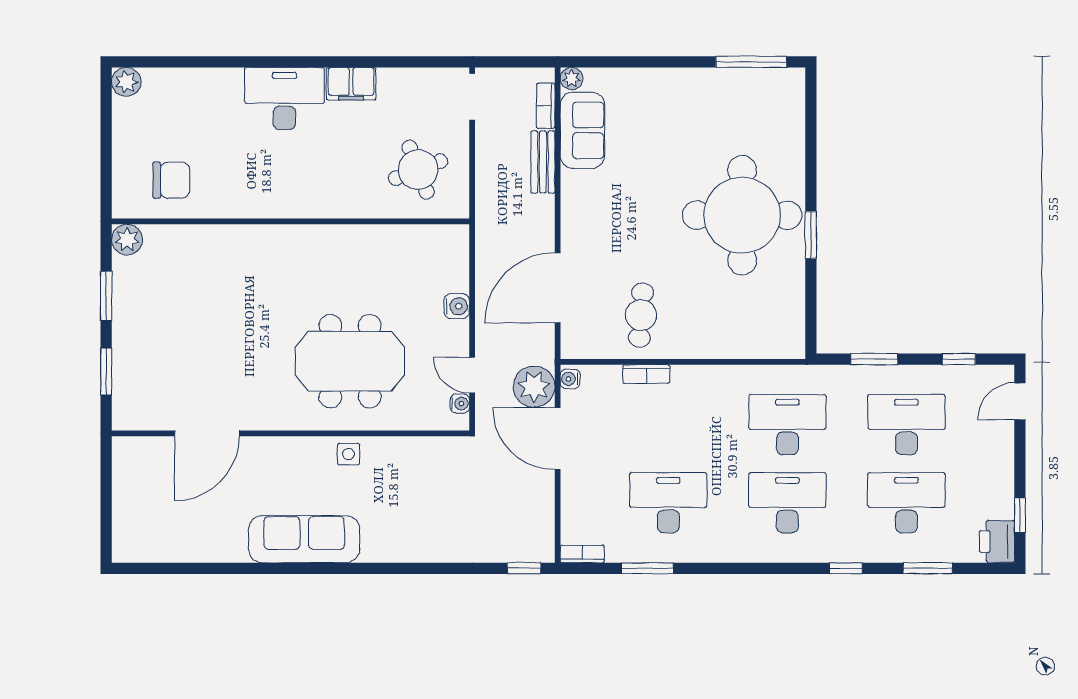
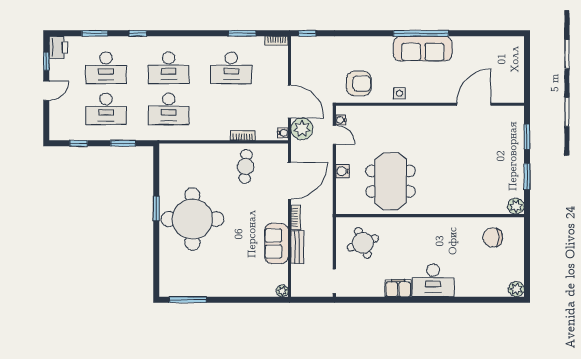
bookcase: (546, 106) -> (296, 217), moved
sofa: (582, 130) -> (276, 244), moved
meeting table: (350, 361) -> (391, 181), moved, turned 90
door: (1020, 401) -> (46, 91), moved
armchair: (426, 473) -> (359, 83), added
window: (308, 568) -> (421, 33), added

